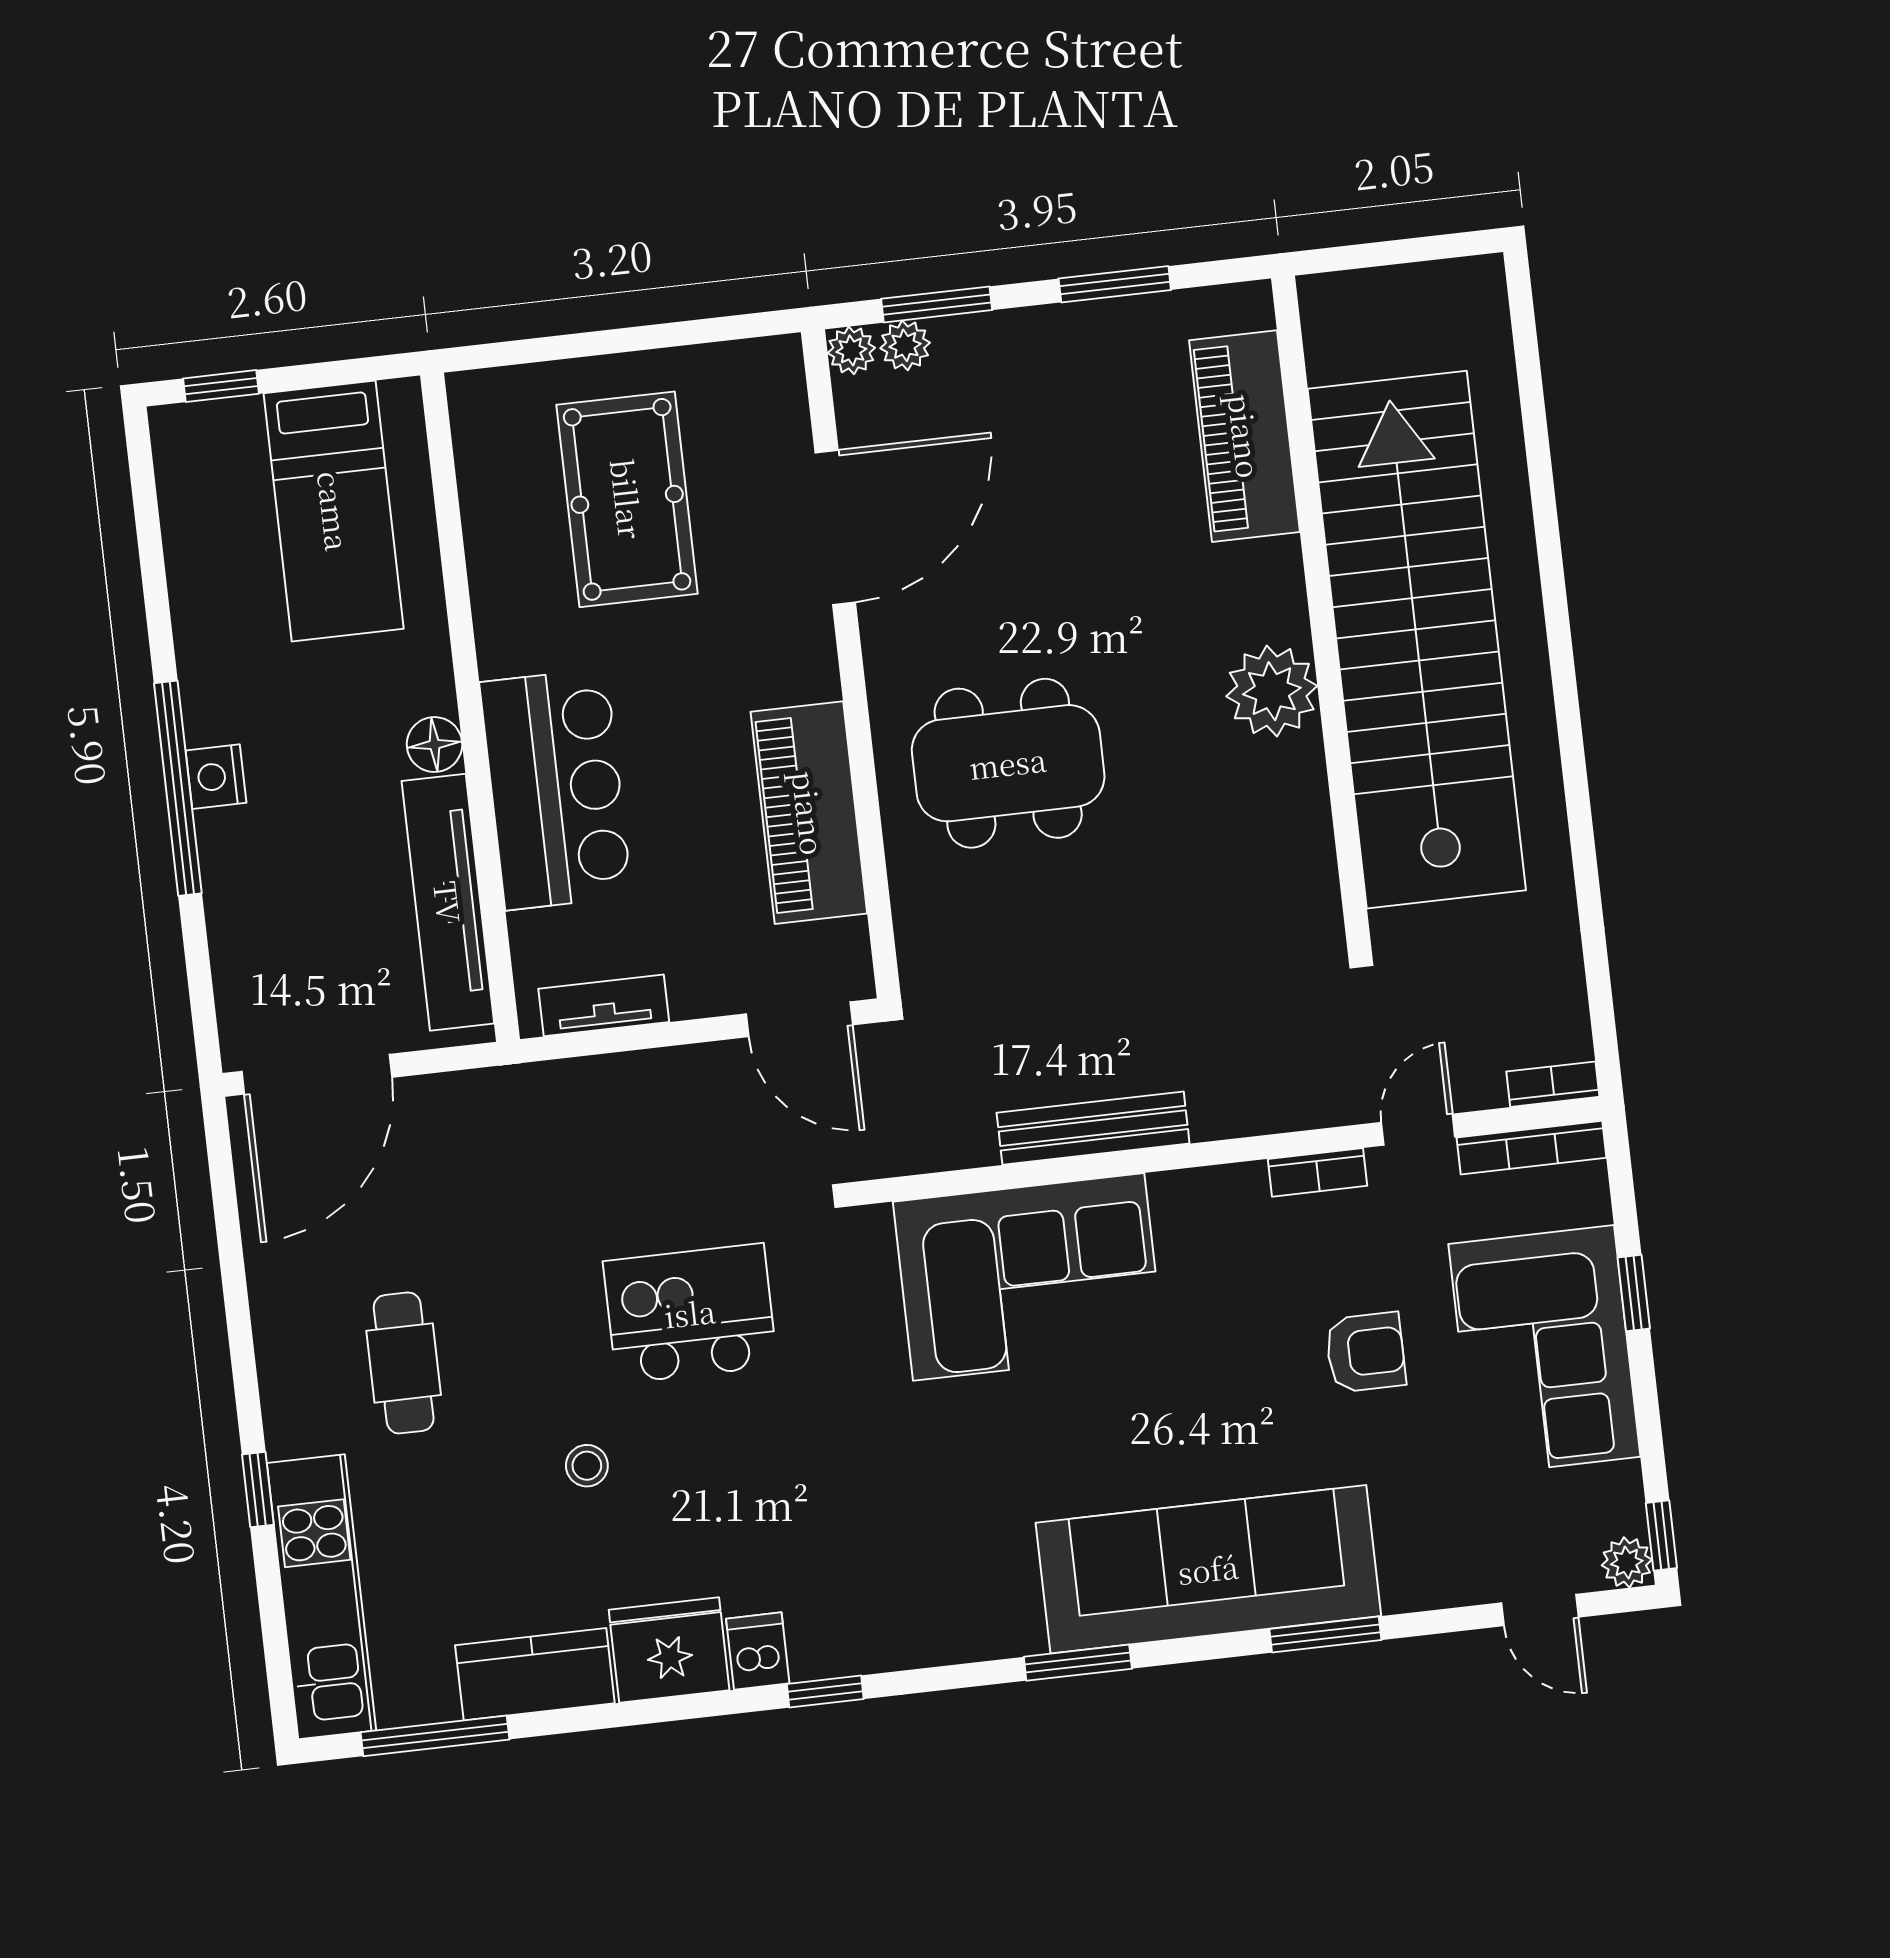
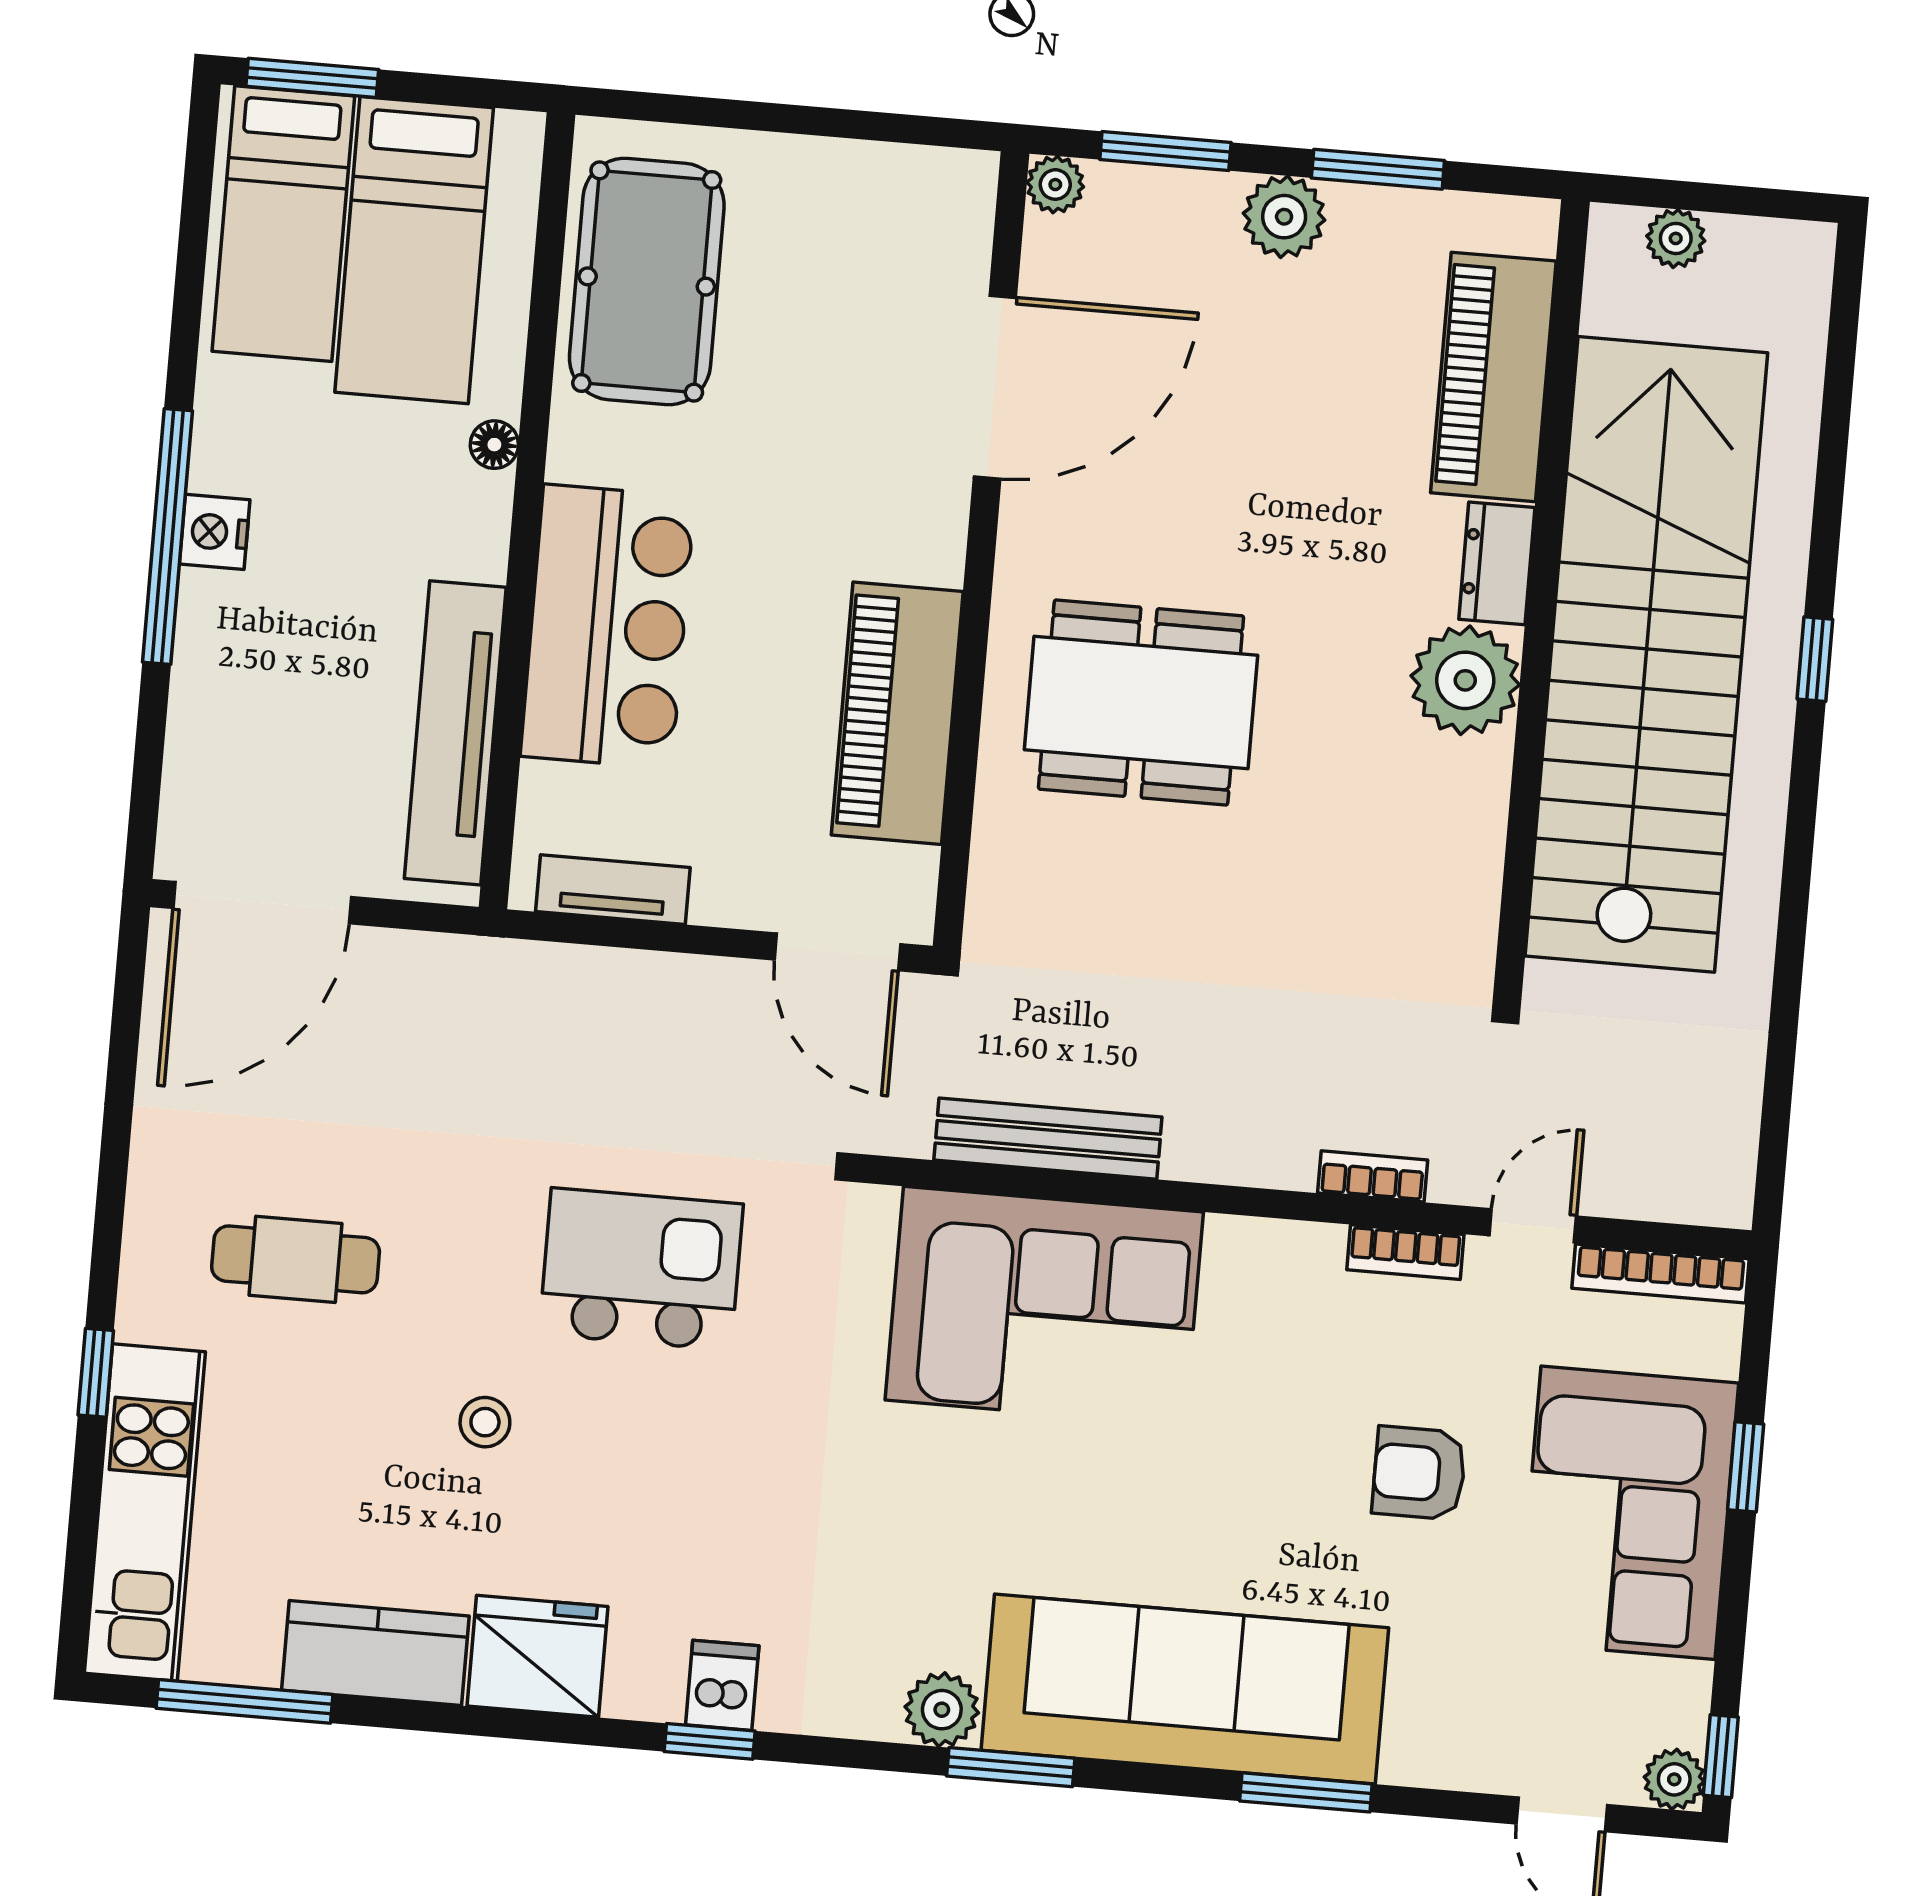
plant: (1372, 292) -> (1676, 238), added
plant: (905, 345) -> (1284, 217), moved, width x1.38, depth x1.38
window: (221, 386) -> (312, 78), width x1.50
pool table: (627, 499) -> (647, 281), moved
bed: (221, 511) -> (283, 224), added
dresser: (1278, 589) -> (1497, 563), added
window: (1557, 615) -> (1815, 659), added
floor lamp: (434, 745) -> (494, 445), moved, width x0.73, depth x0.73
bookcase: (1553, 1084) -> (1373, 1176), moved
bench: (1093, 1128) -> (1048, 1139), moved
armchair: (1366, 1352) -> (1419, 1473), turned 180
cafe table: (404, 1363) -> (296, 1259), turned 90
plant: (1011, 1627) -> (942, 1710), added
dishwasher: (758, 1651) -> (722, 1685), moved

